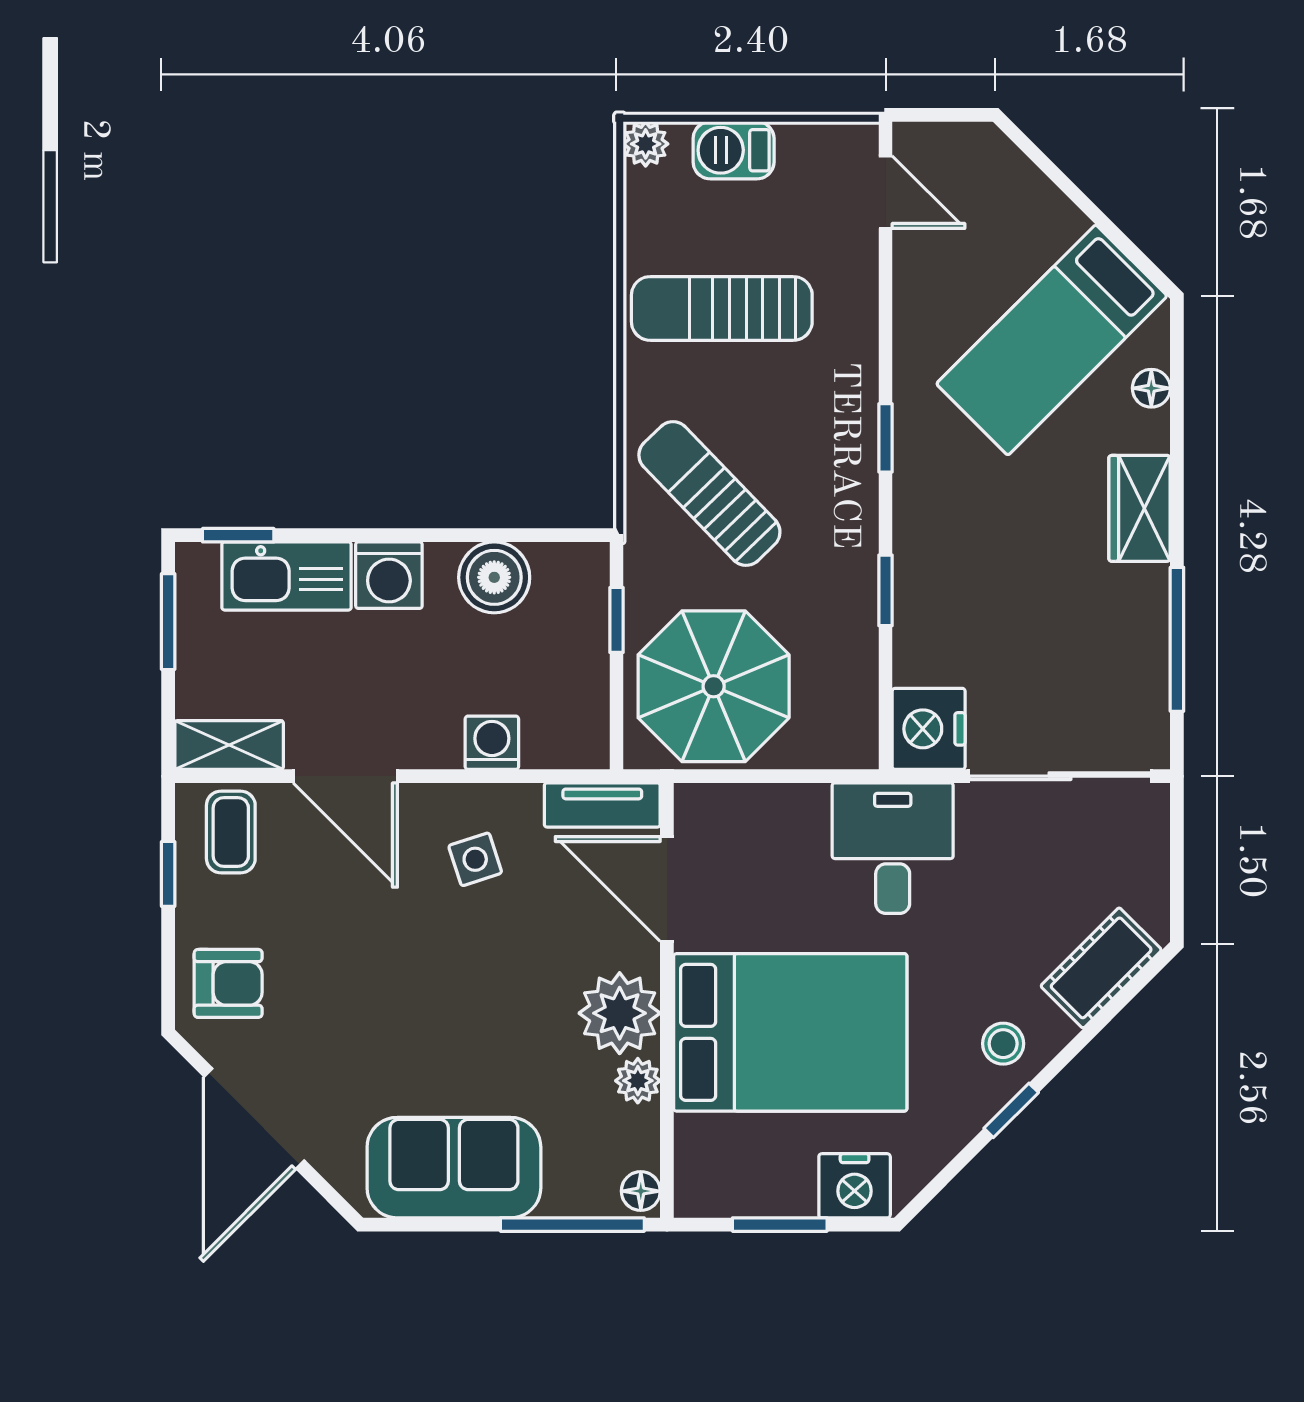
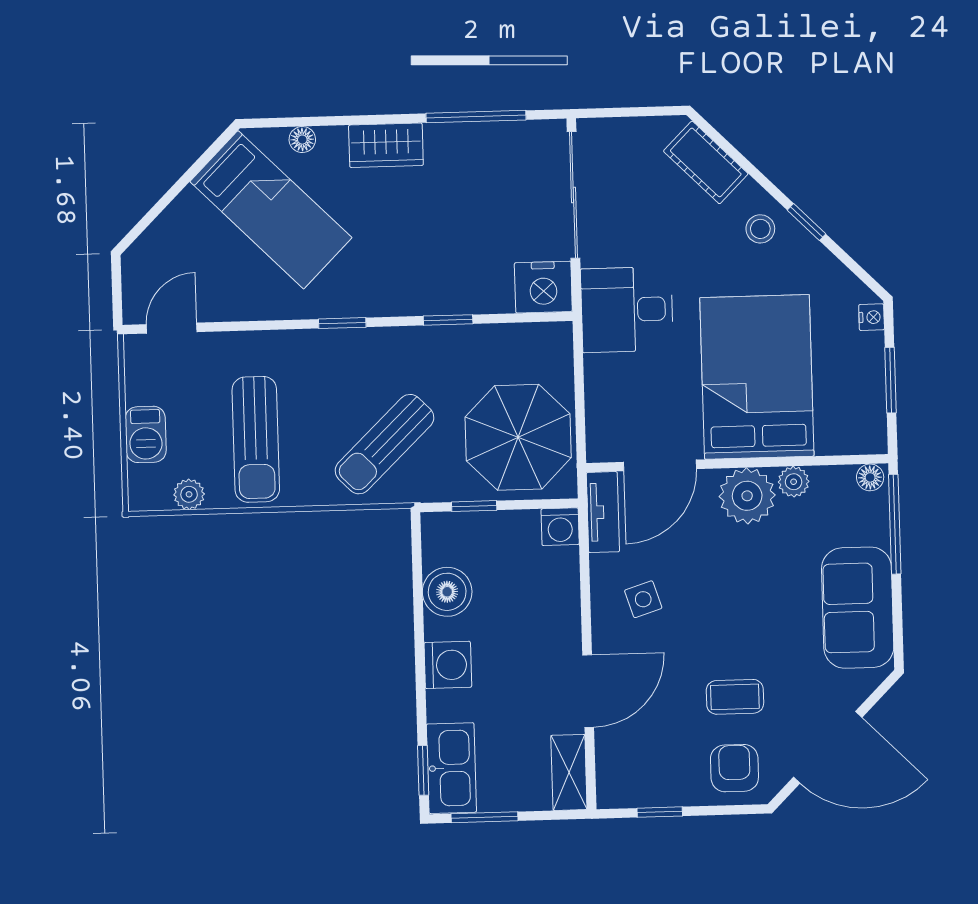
plant: (646, 144) -> (189, 494), moved
kitchen sink: (287, 576) -> (451, 768), moved
washing machine: (492, 743) -> (560, 527), moved, turned -90
coffee table: (231, 832) -> (735, 697), moved
nightstand: (855, 1186) -> (872, 317), width x0.53, depth x0.56

